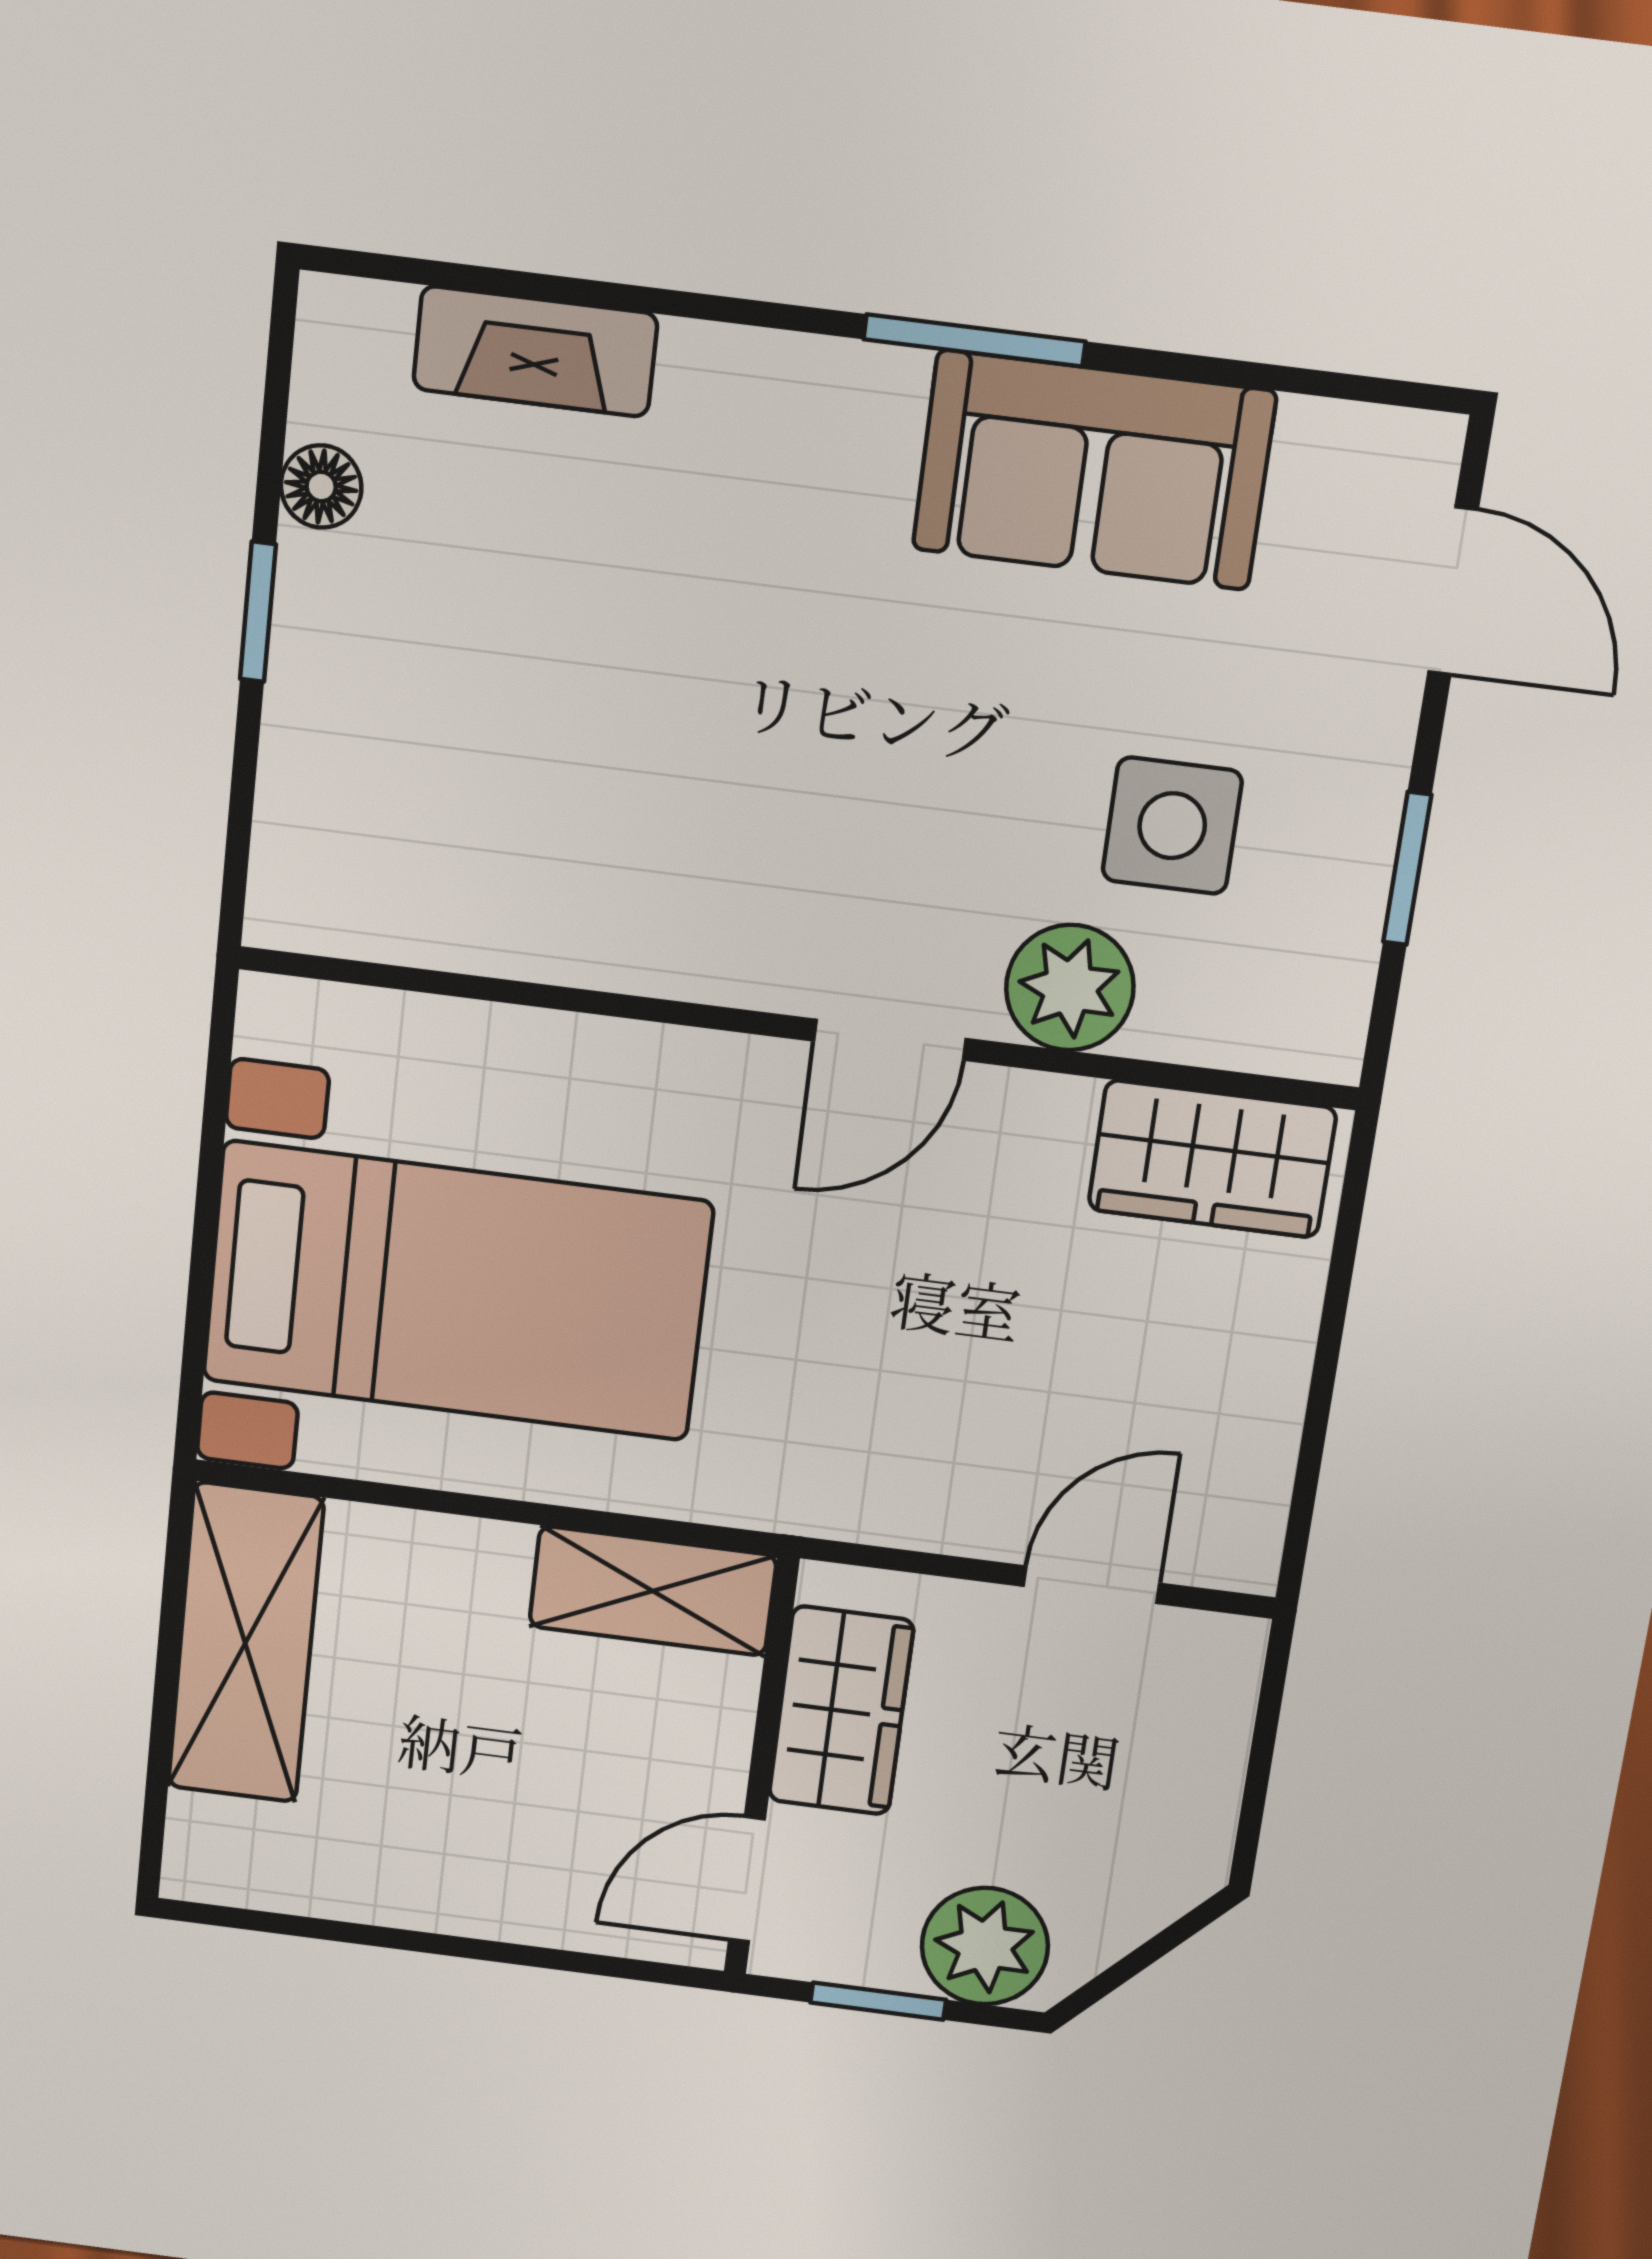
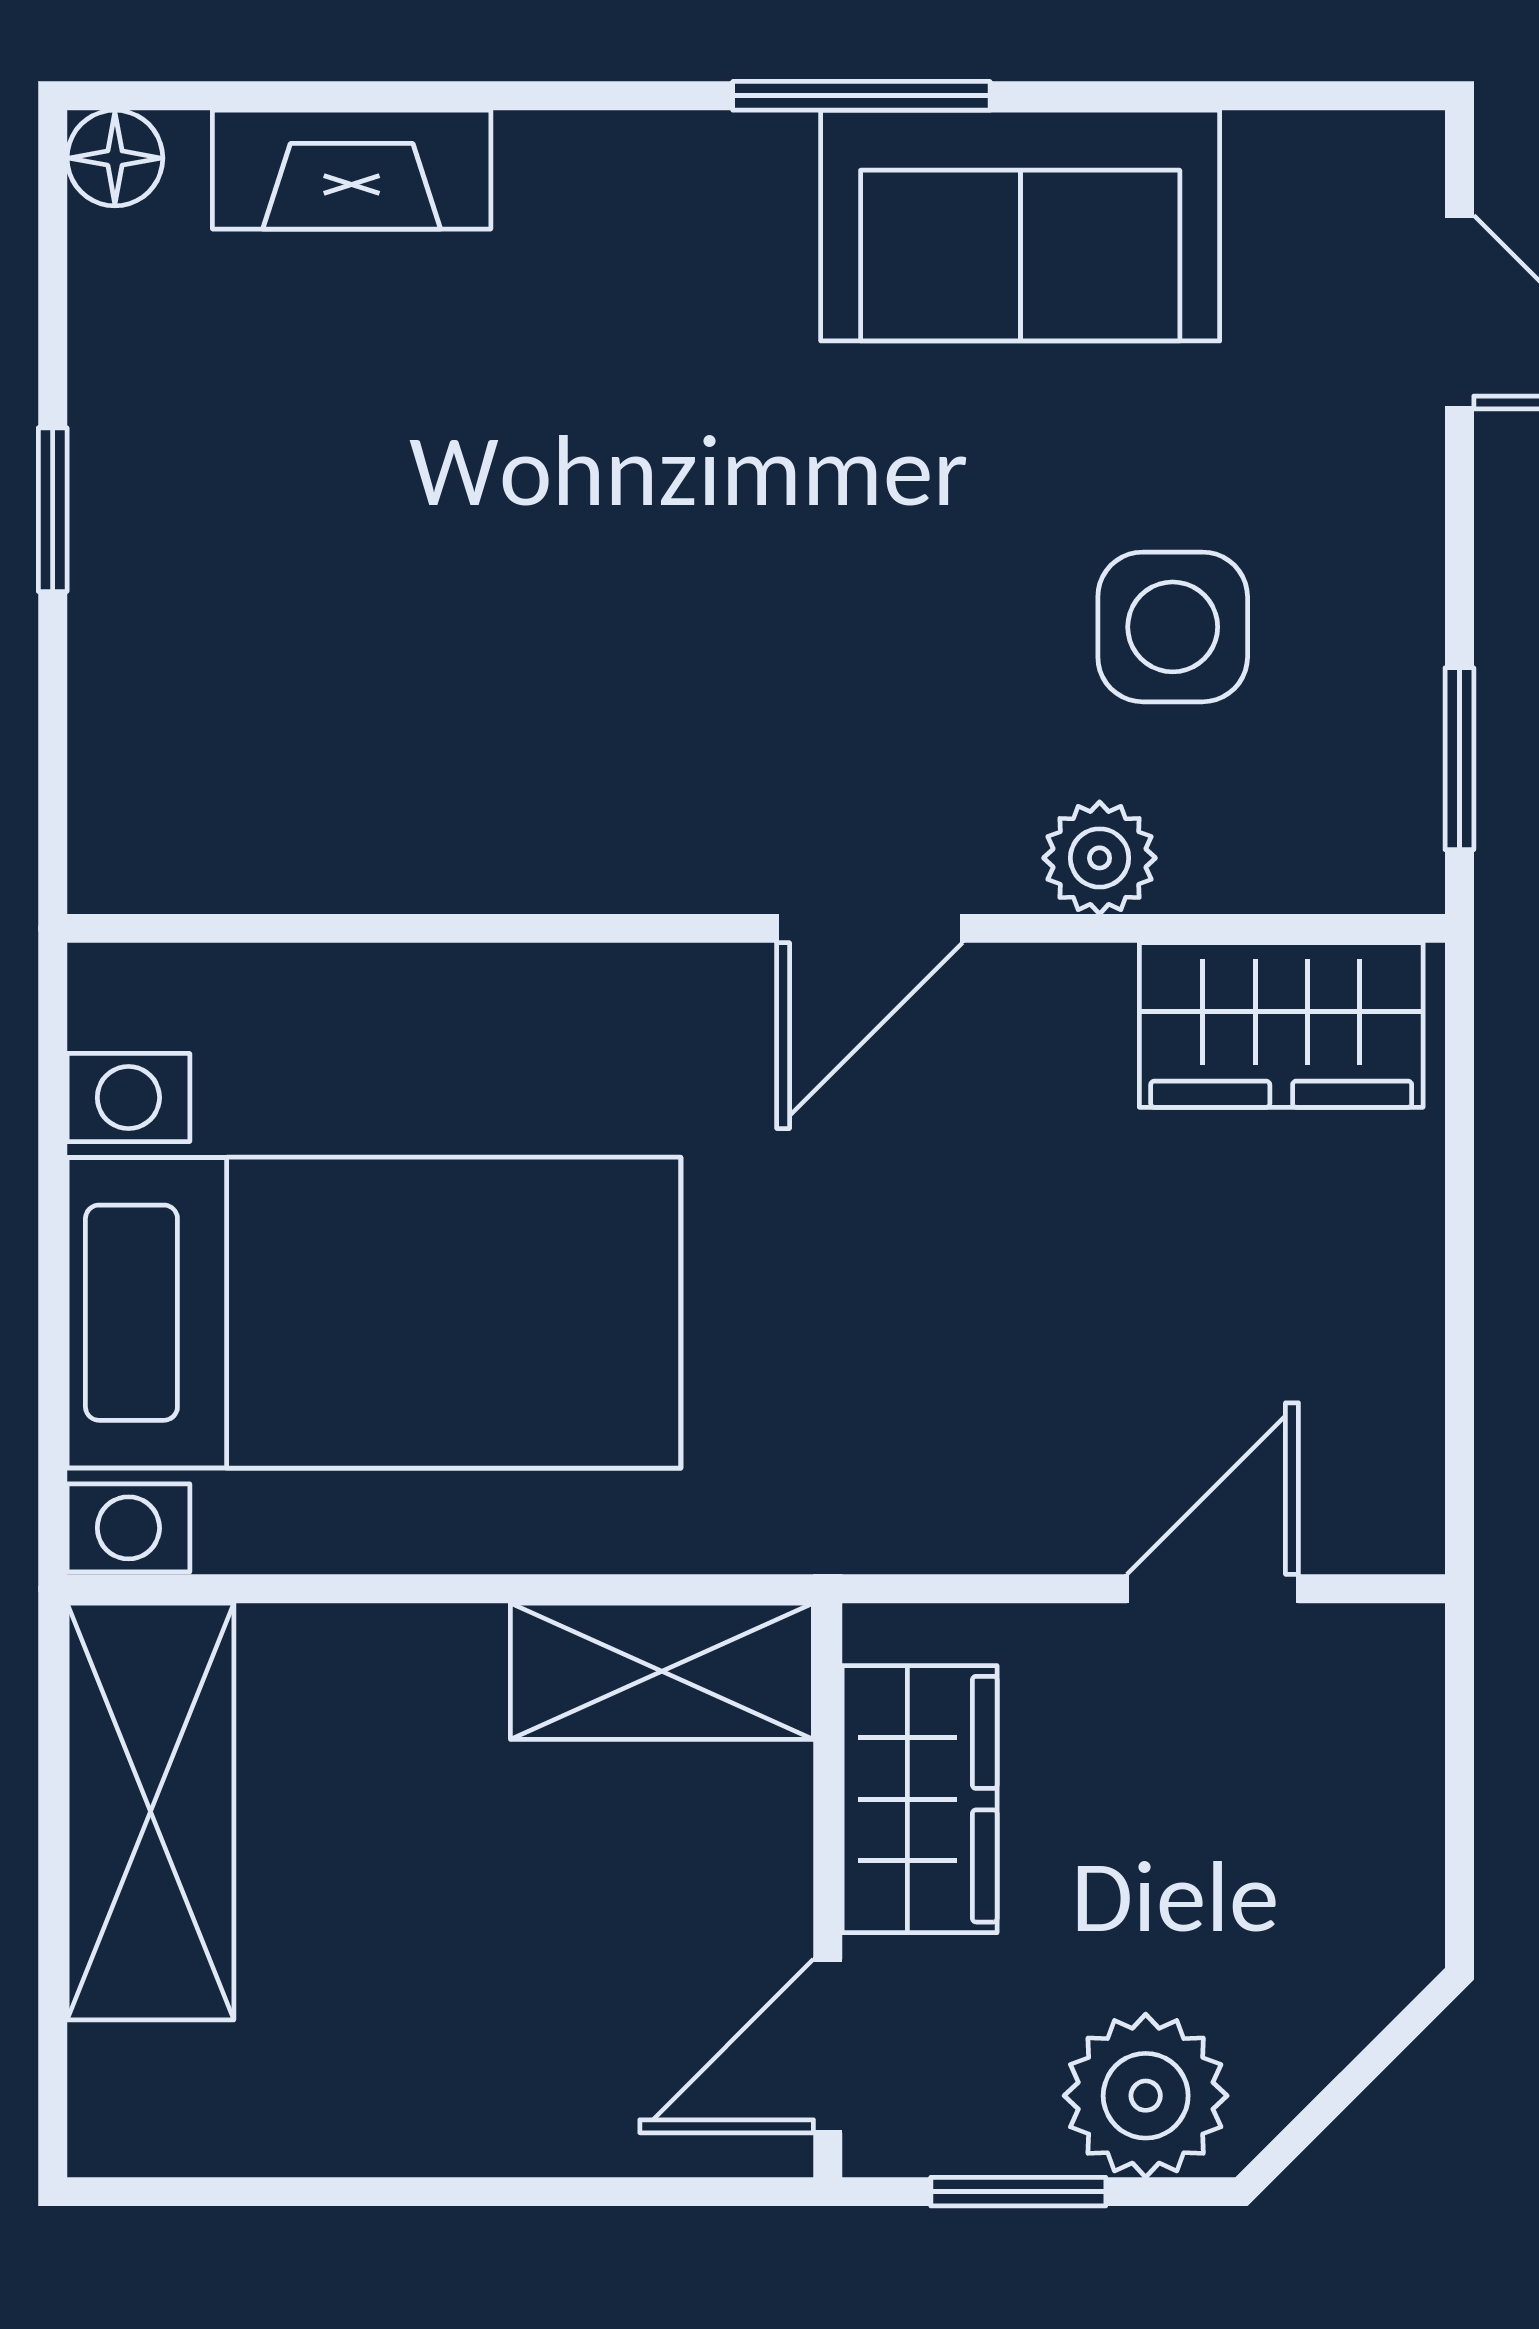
floor lamp: (321, 487) -> (115, 158), moved
window: (1407, 869) -> (1459, 759), moved
plant: (1070, 988) -> (1100, 858), width x0.73, depth x0.73

